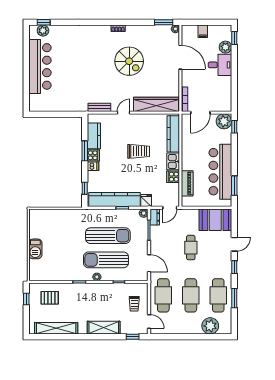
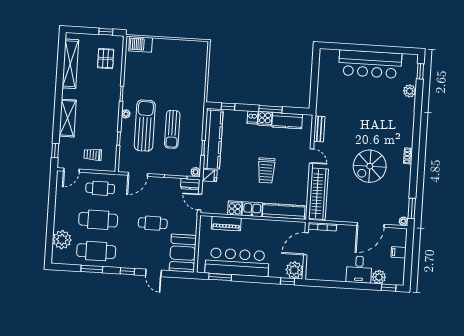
plant: (43, 31) -> (410, 91), moved
door: (200, 113) -> (306, 244), hinge flipped
sun lounger: (108, 236) -> (172, 129), width x0.73, depth x0.75
barbecue: (35, 249) -> (141, 44), moved
cafe table: (163, 295) -> (100, 188), width x0.73, depth x0.74

